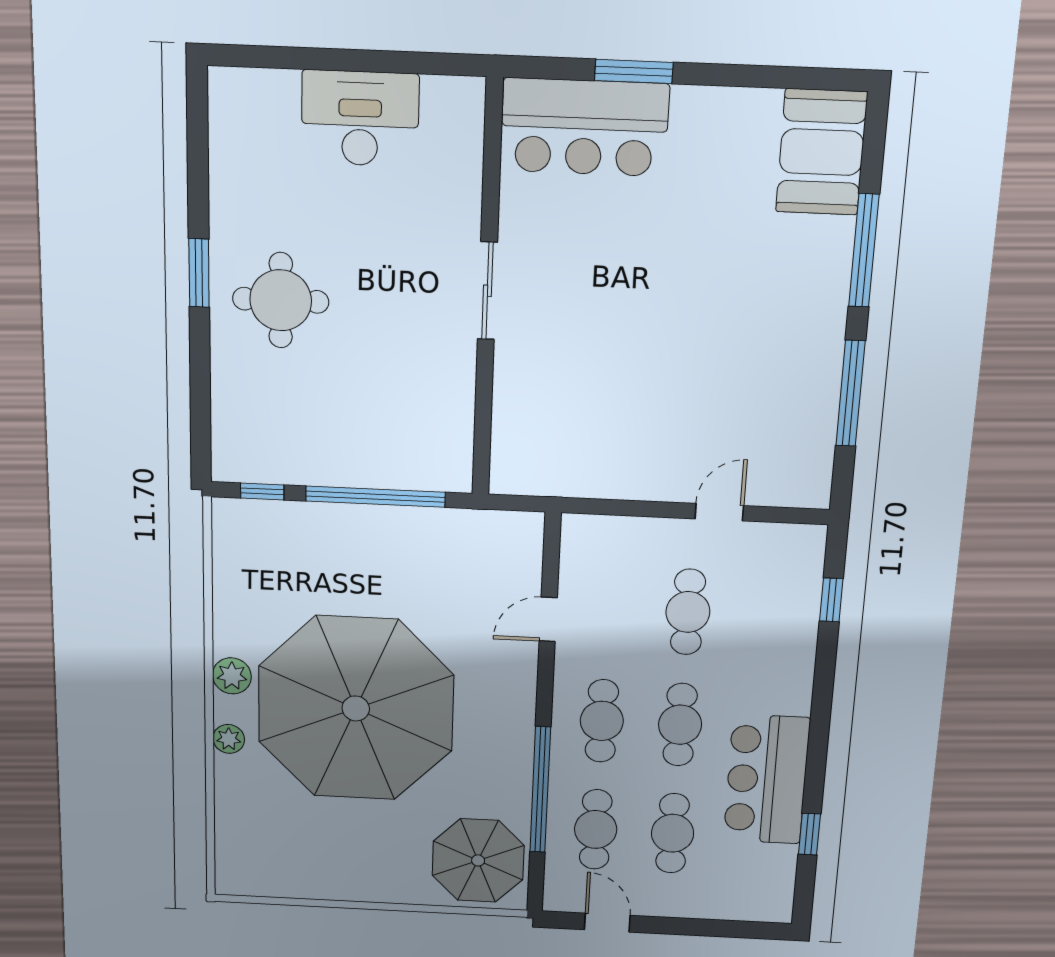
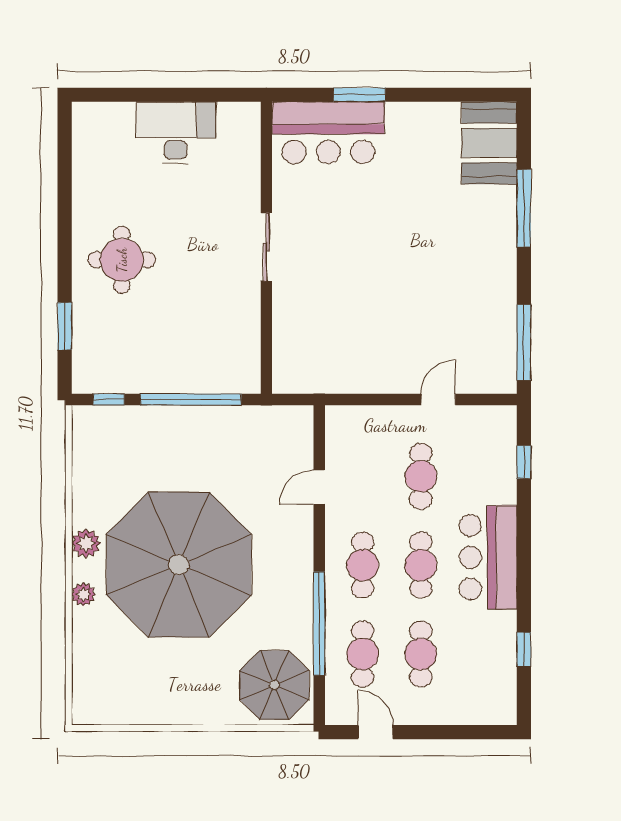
window: (199, 273) -> (65, 326), moved
window: (850, 393) -> (524, 342), moved
bar counter: (767, 779) -> (488, 557), moved

